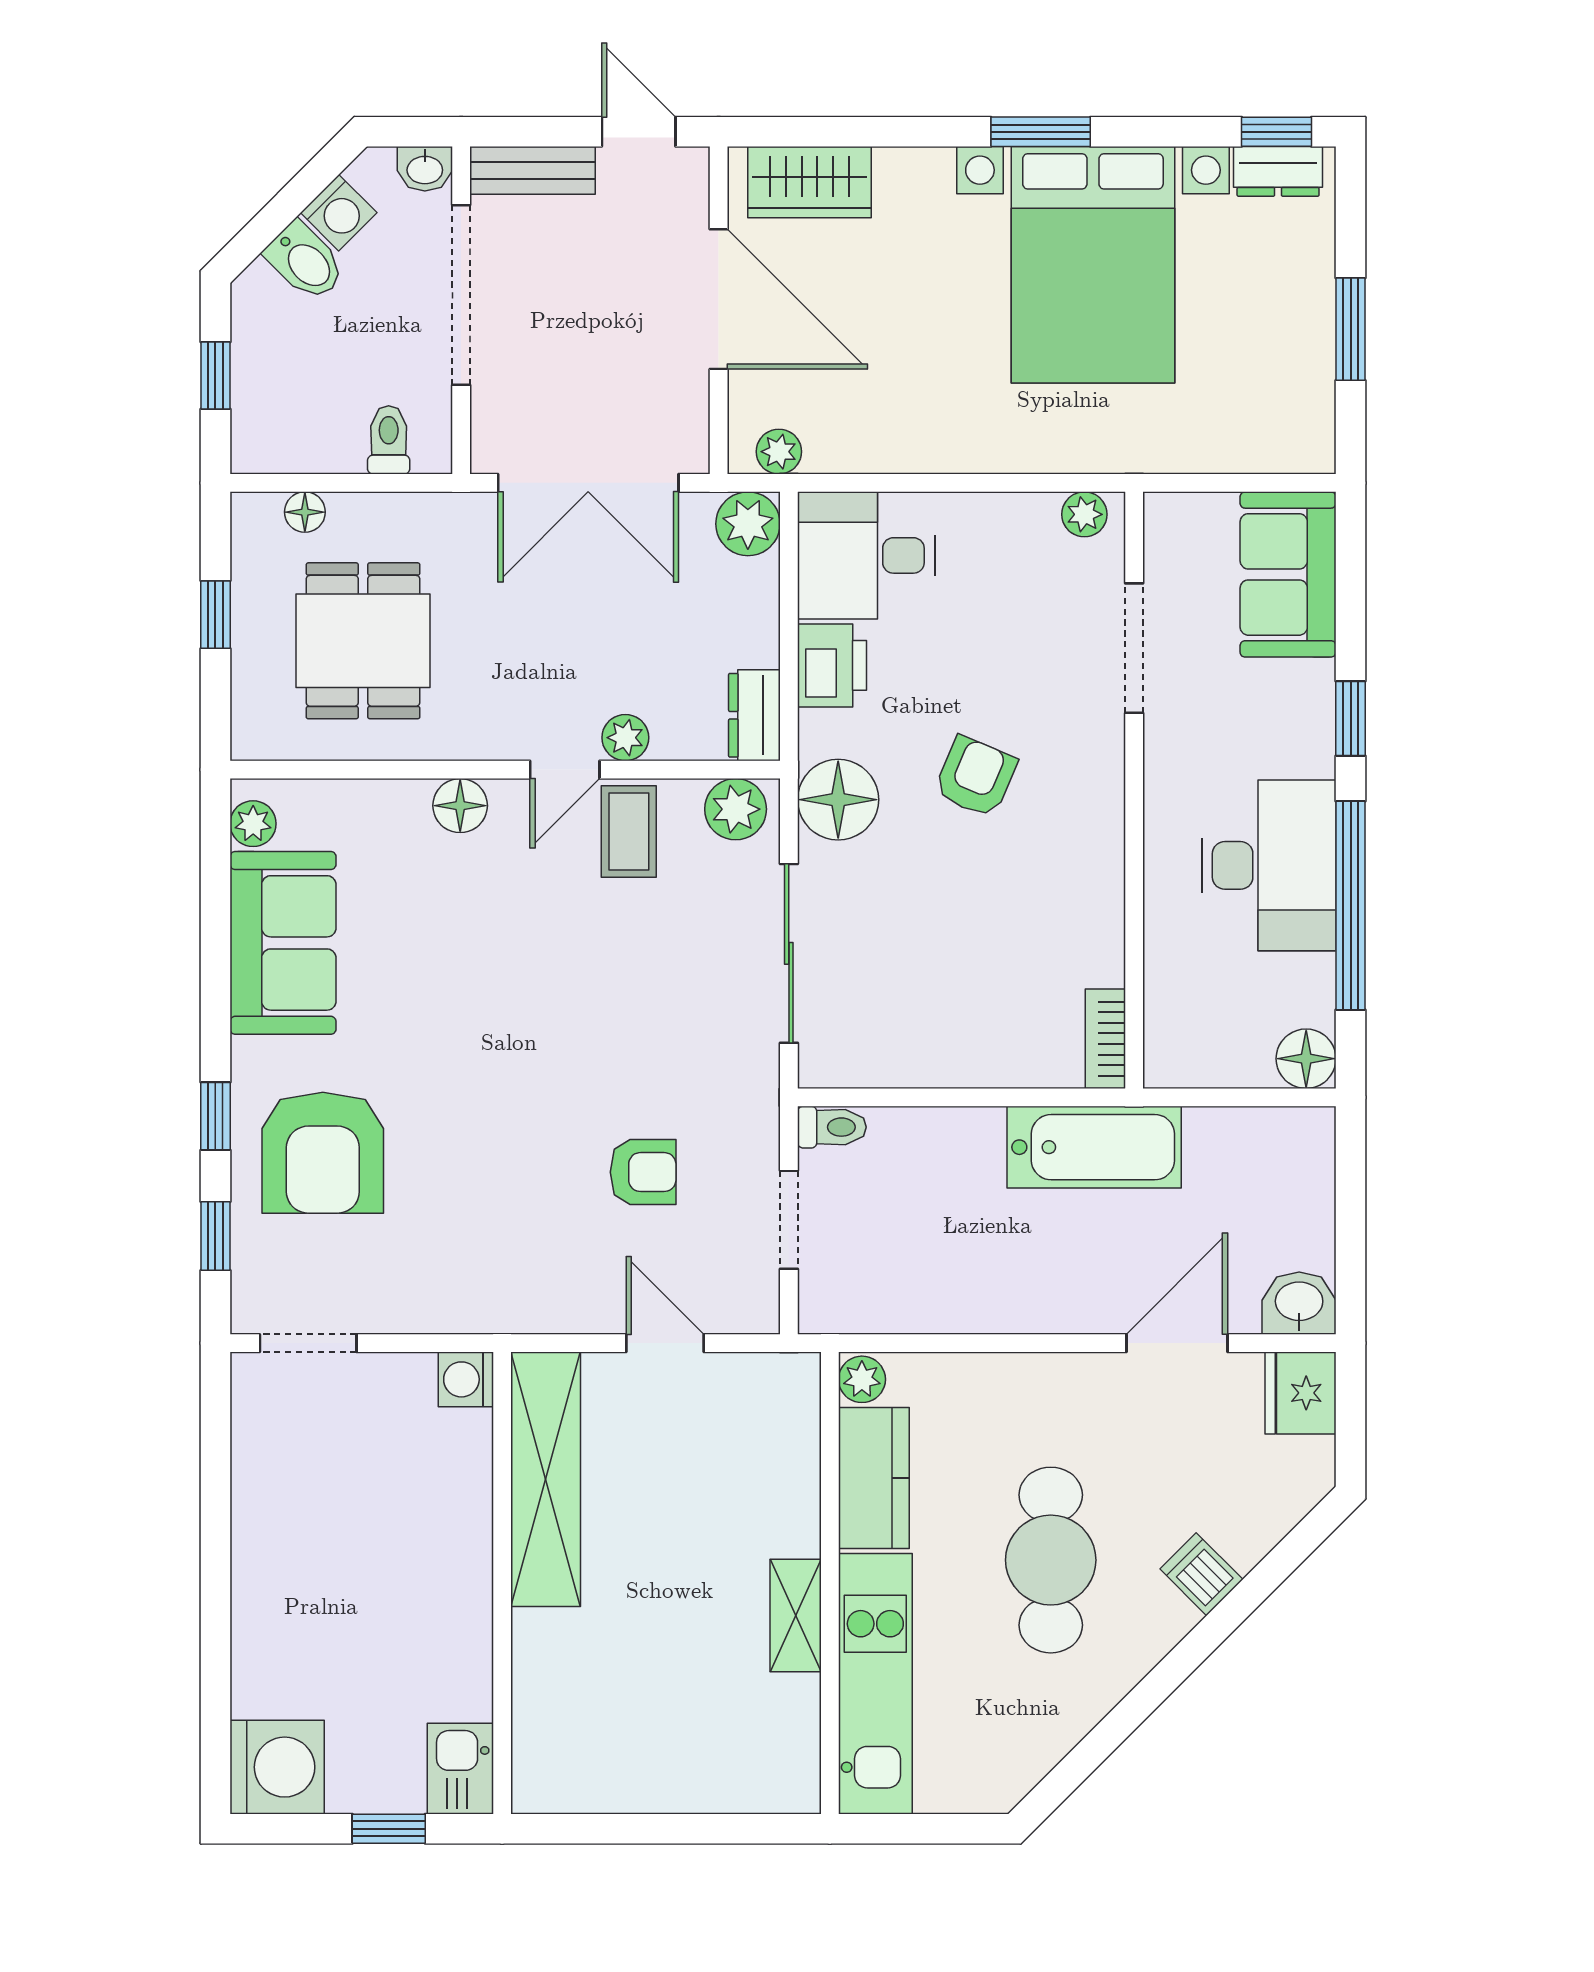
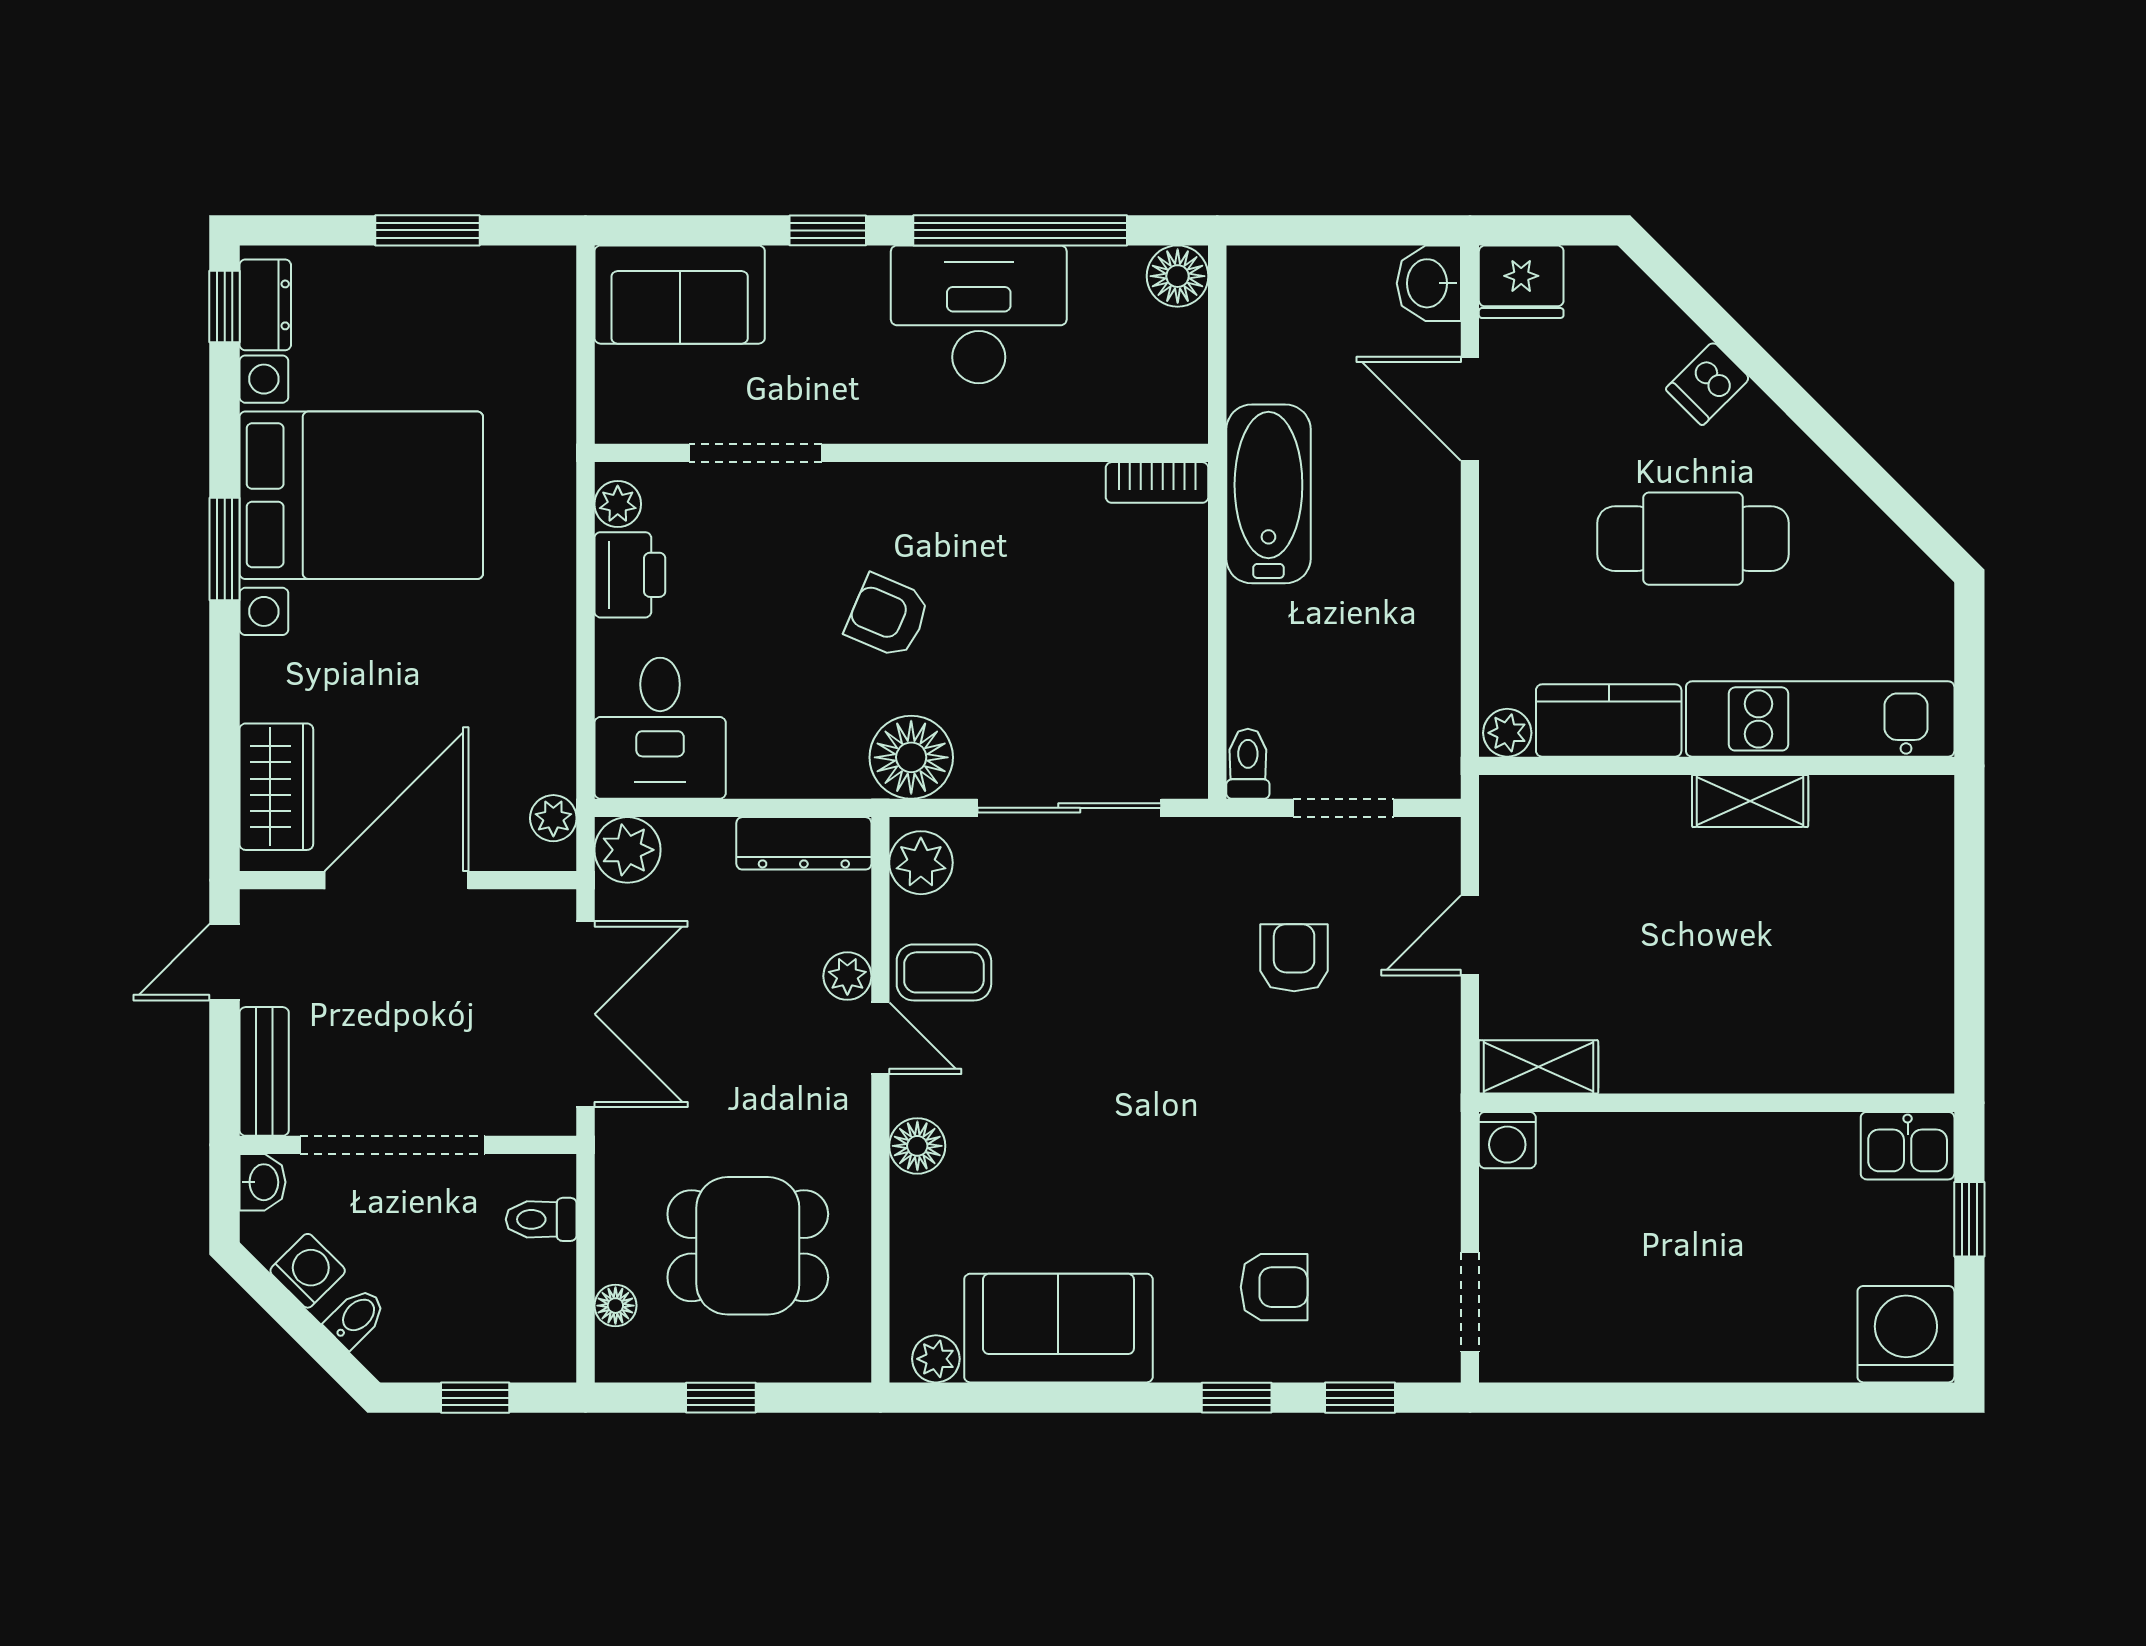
bidet: (305, 261) -> (356, 1318), width x0.72, depth x0.74
printer: (832, 665) -> (630, 575), moved, turned 90
dresser: (754, 715) -> (804, 843), width x1.44
armchair: (323, 1153) -> (1274, 1287), width x0.53, depth x0.53
shelving: (546, 1479) -> (1539, 1067), width x0.45, depth x0.75

